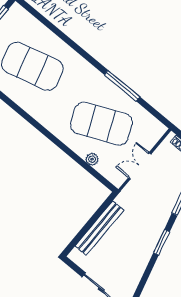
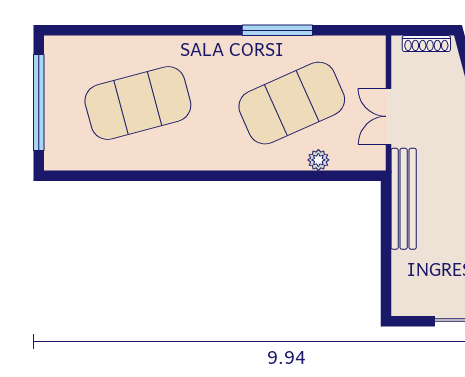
bench: (99, 228) -> (404, 199), moved

